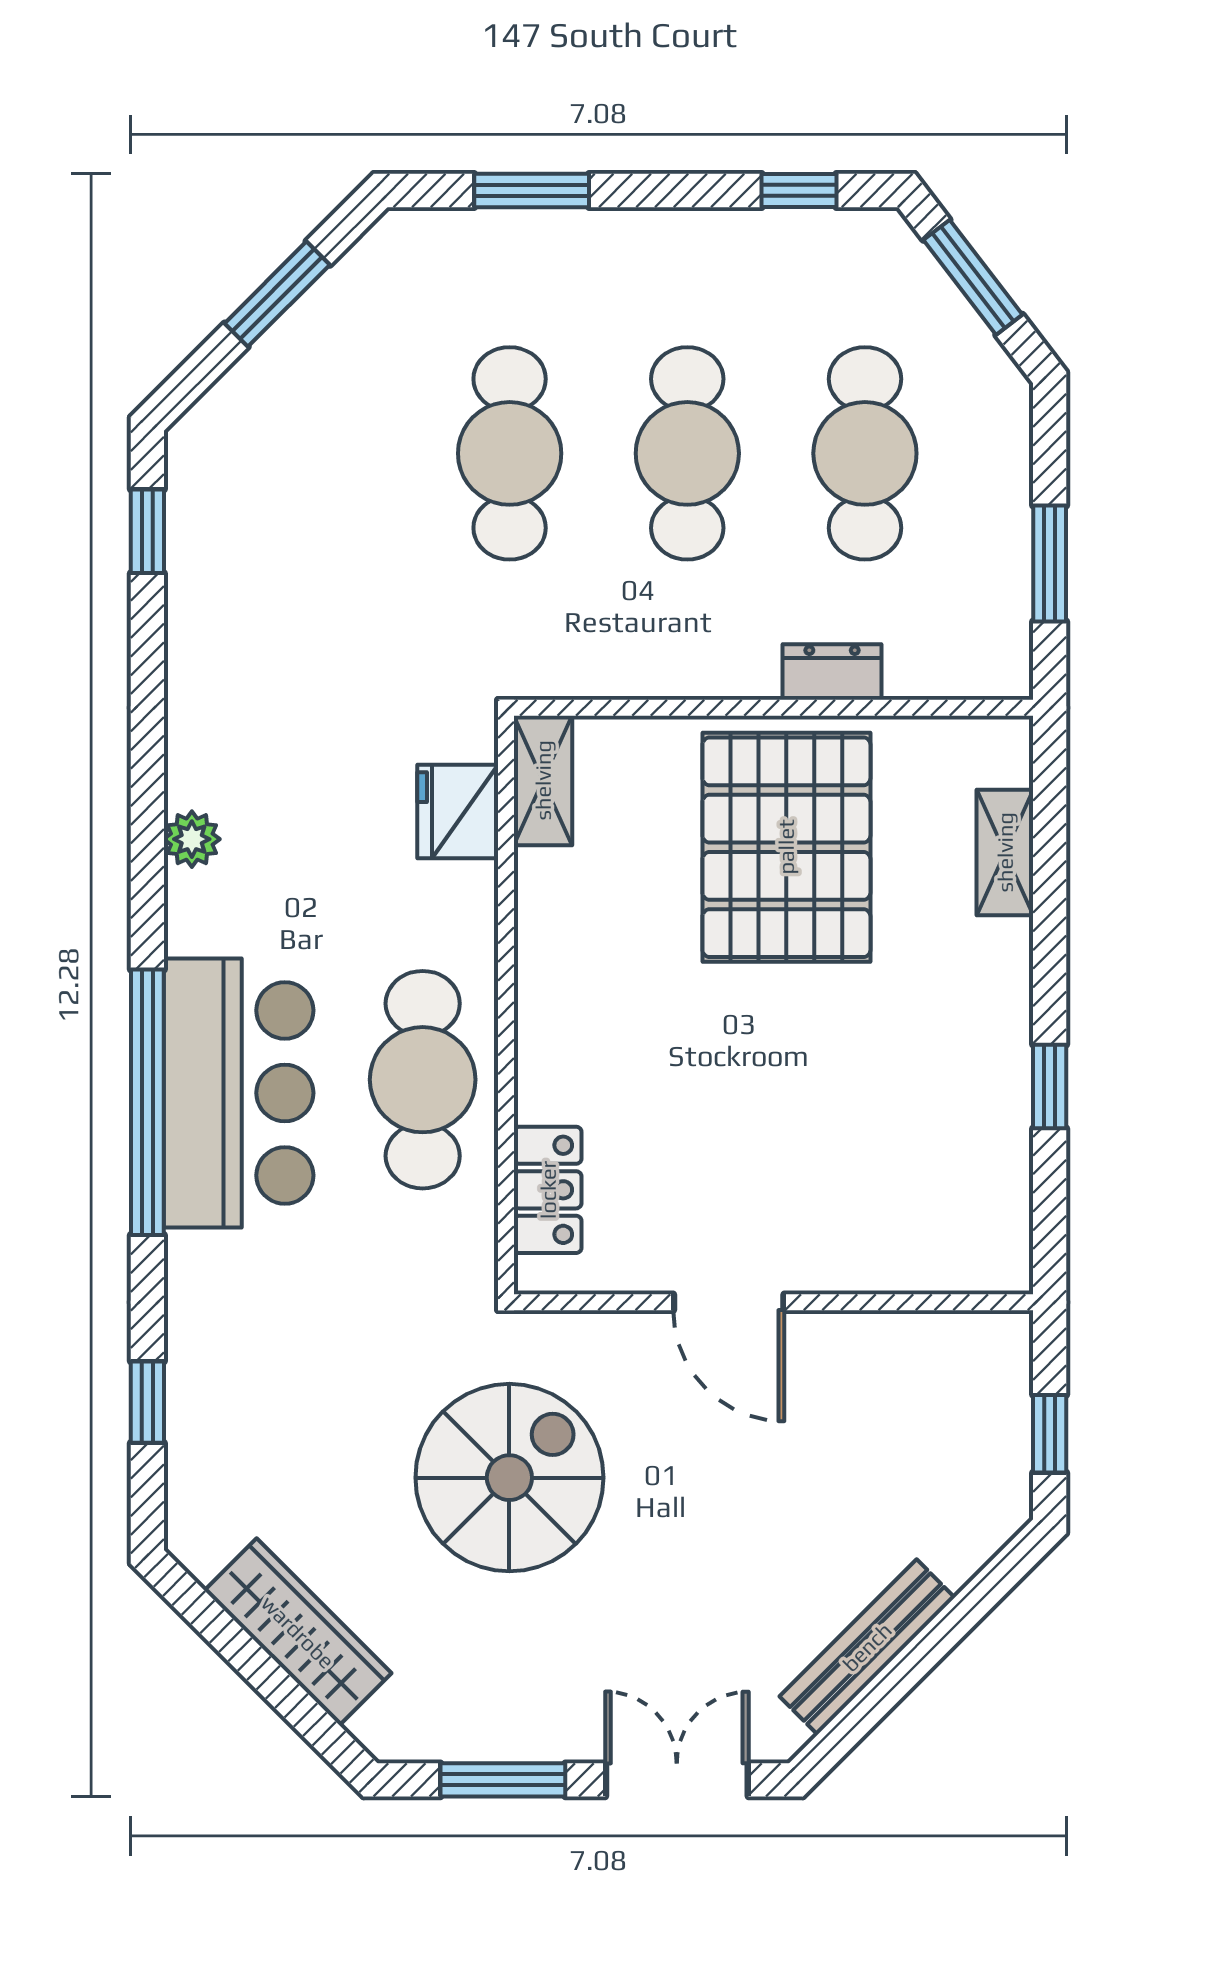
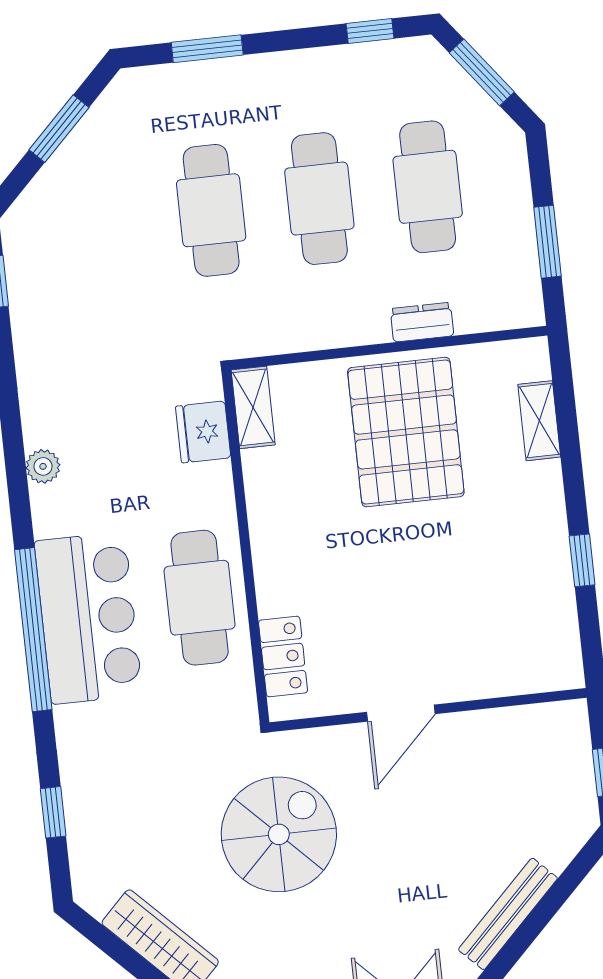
door: (729, 1302) -> (401, 713), hinge flipped

